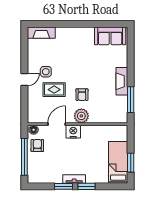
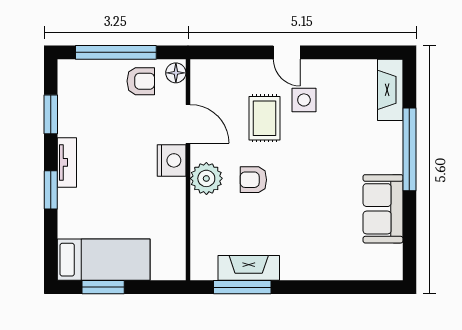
window: (68, 24) -> (409, 149), added
sofa: (110, 36) -> (383, 209), moved
fireplace: (122, 81) -> (249, 268), moved
window: (63, 186) -> (51, 114), moved

